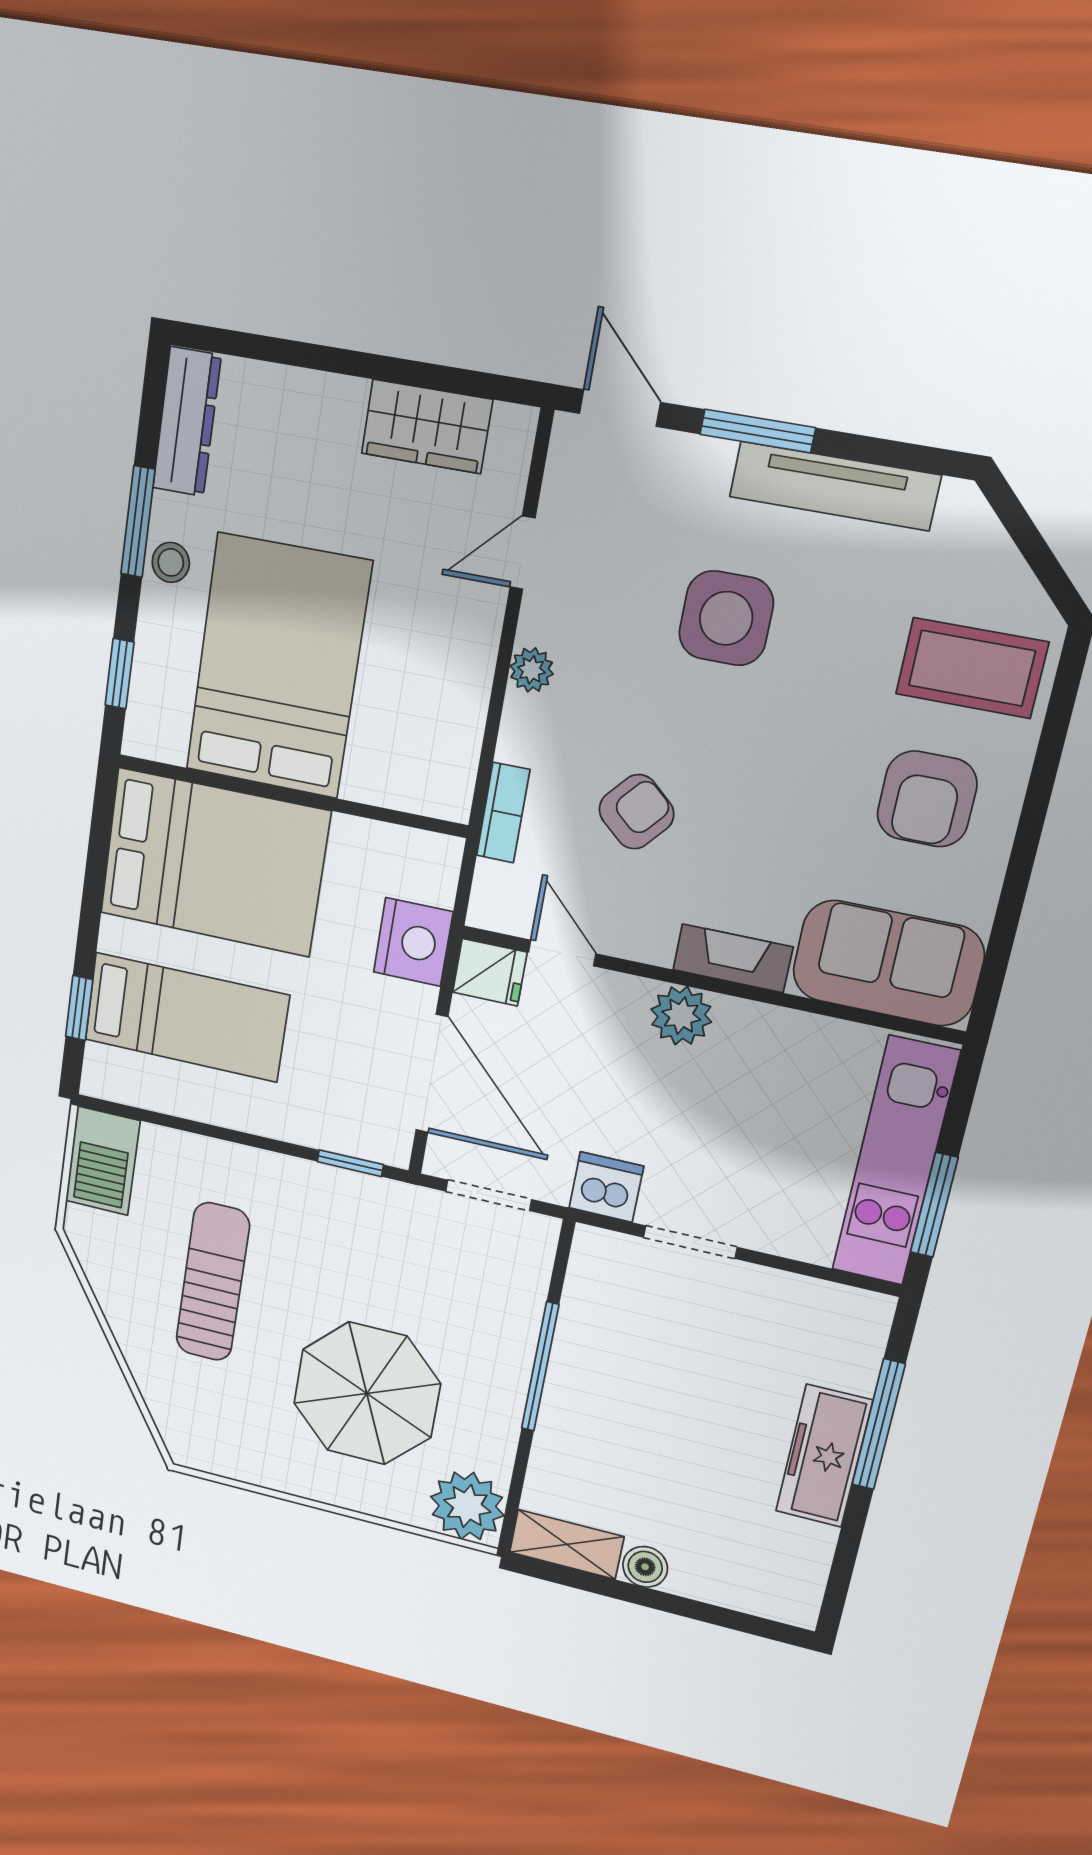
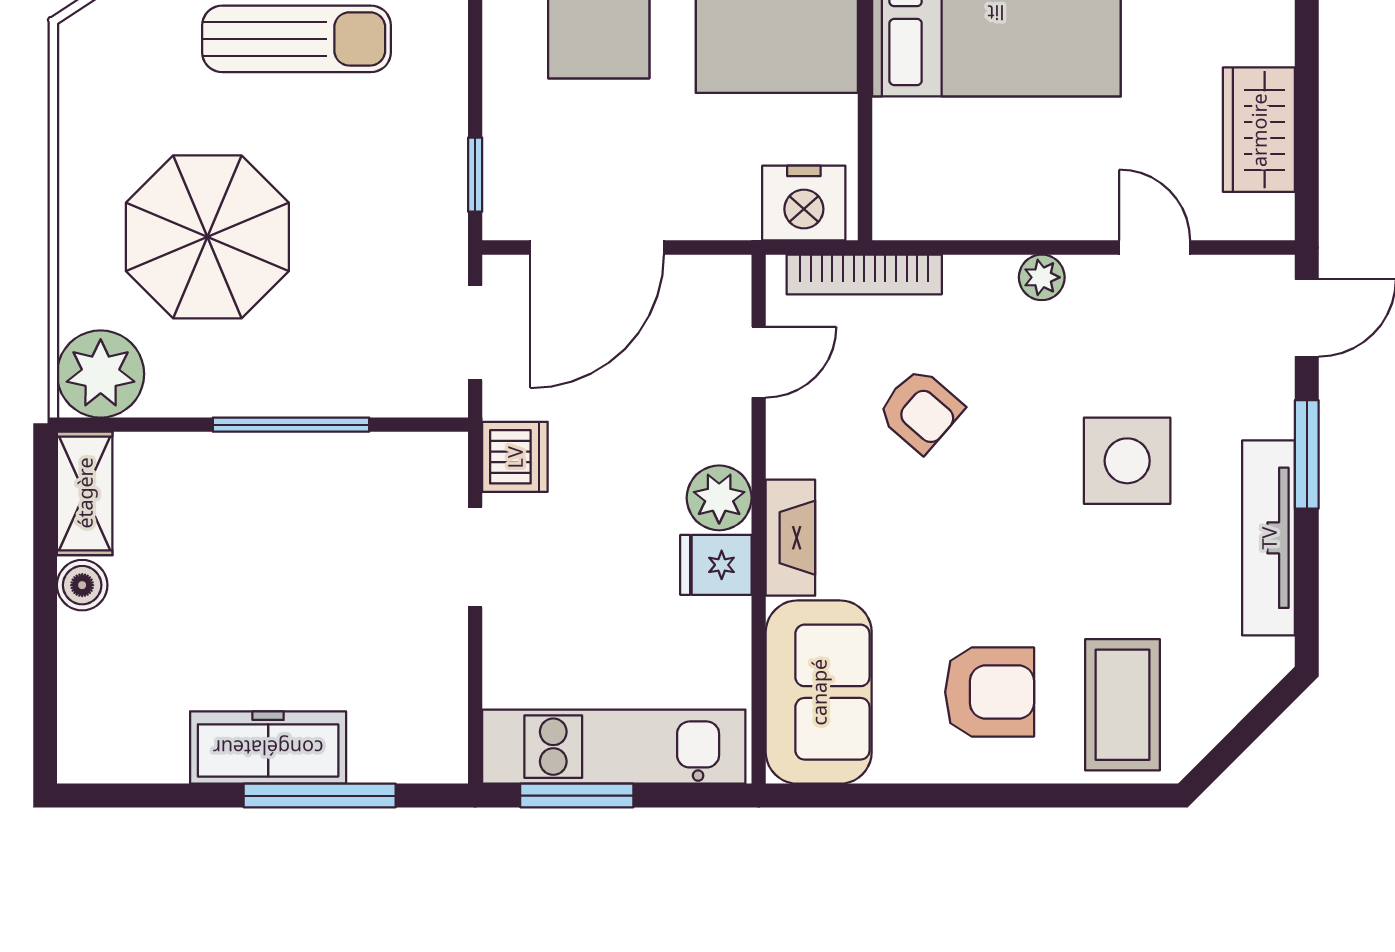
armchair: (927, 799) -> (990, 692), turned 180
bookcase: (503, 813) -> (864, 274), width x1.56
nightstand: (413, 942) -> (804, 203), moved
fridge: (490, 972) -> (716, 565), moved, turned 90

